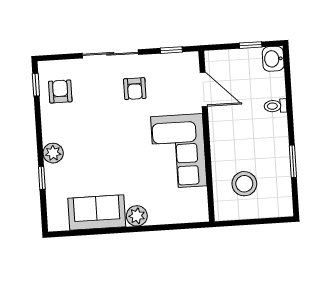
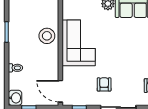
door: (204, 89) -> (60, 91), moved
stool: (244, 184) -> (47, 36), moved

